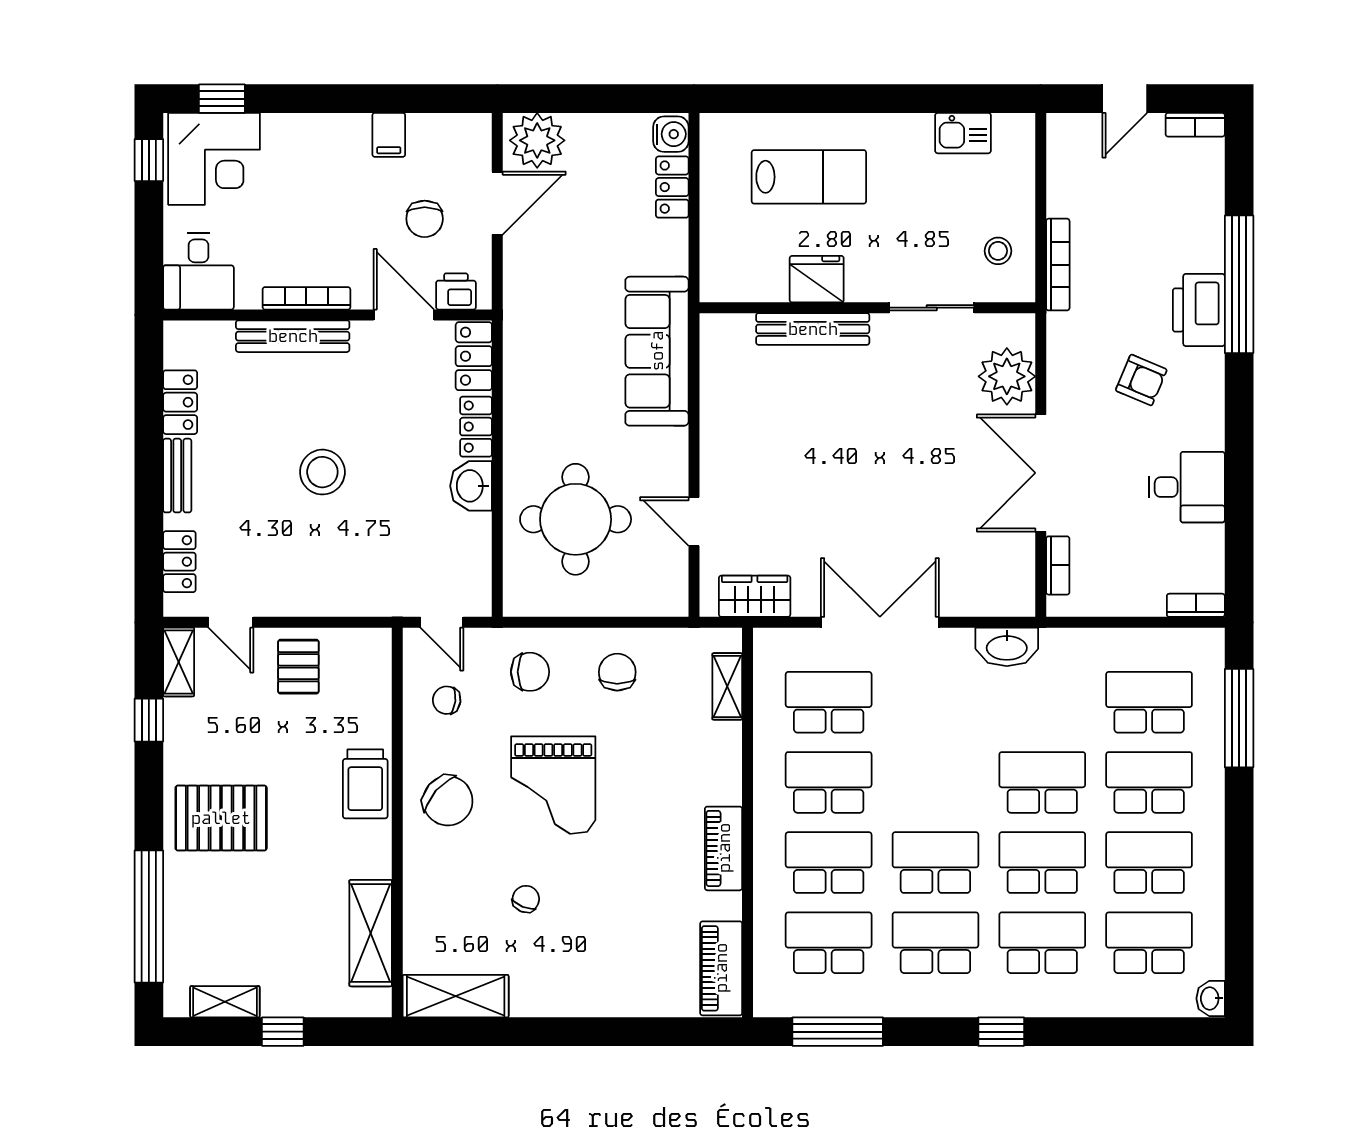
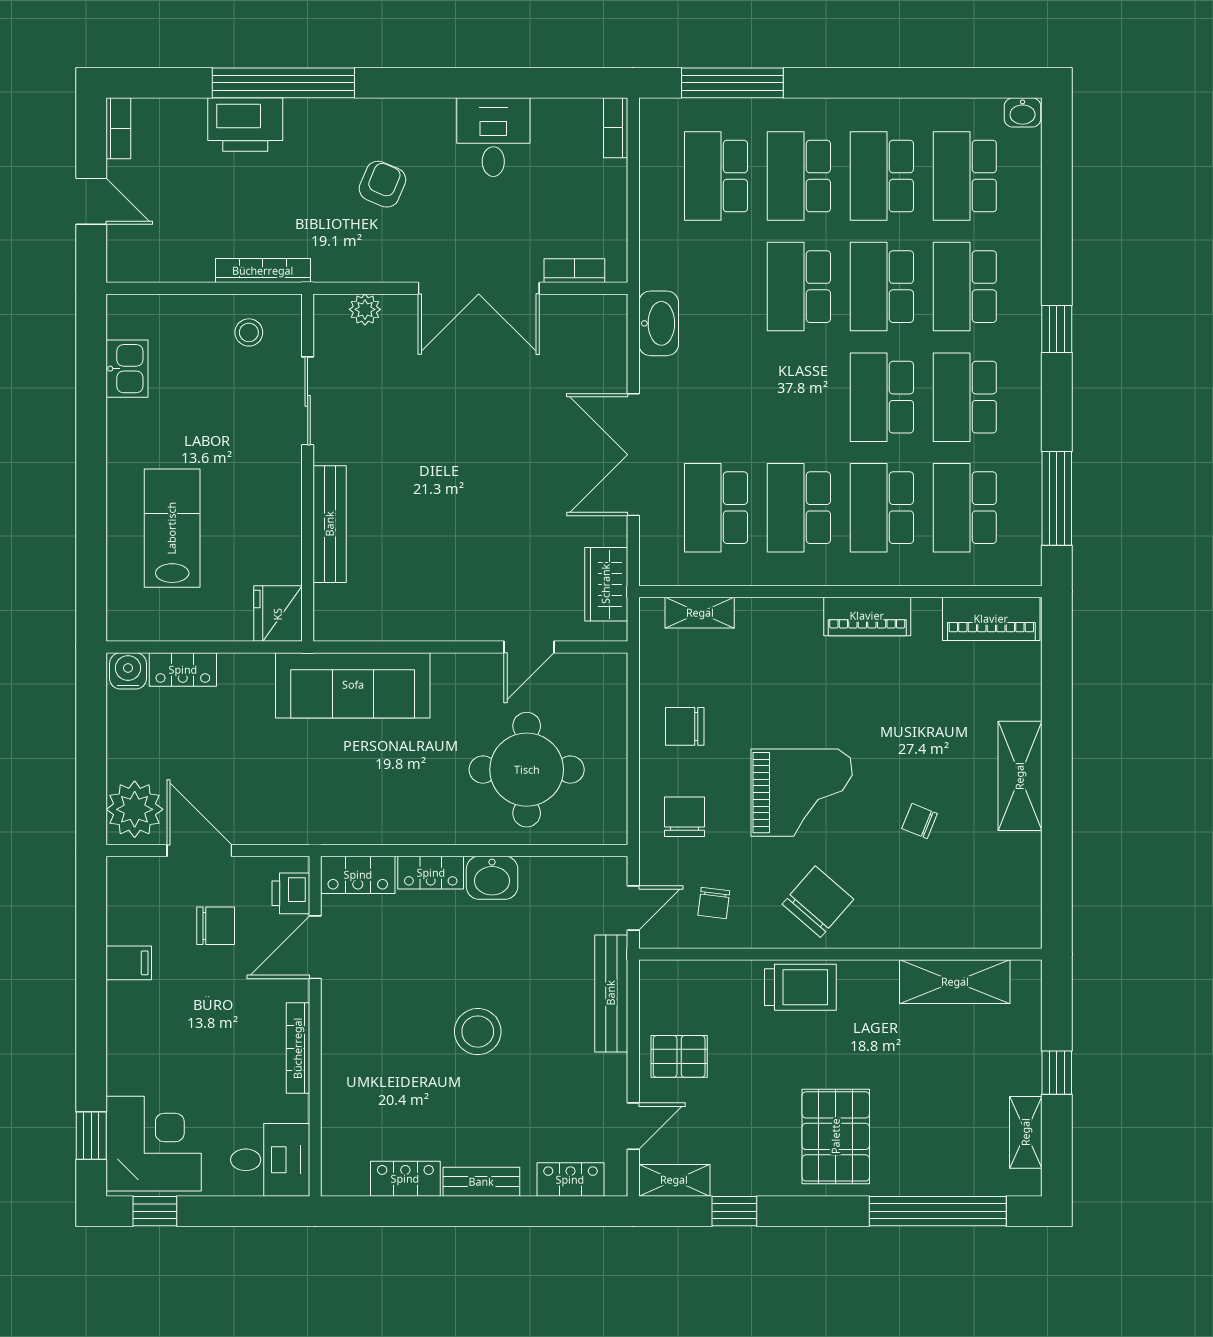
fridge: (817, 279) -> (278, 614), moved
printer: (1199, 310) -> (245, 125), moved
bench: (293, 336) -> (611, 993), moved
plant: (1007, 376) -> (365, 309), width x0.53, depth x0.53
shelving: (456, 996) -> (1020, 776), moved

